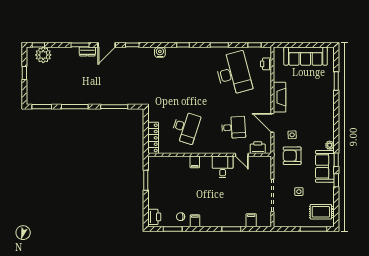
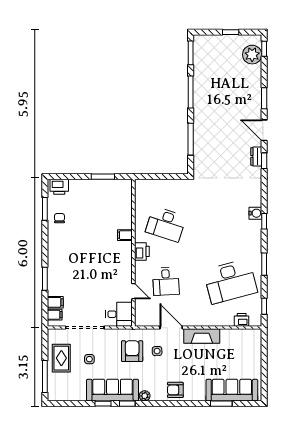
dresser: (87, 52) -> (256, 156), moved
water cooler: (160, 52) -> (255, 213), moved
sofa: (306, 56) -> (232, 390), moved, turned 90
armchair: (325, 119) -> (175, 390), added
door: (272, 123) -> (171, 328), hinge flipped
locker: (153, 138) -> (153, 185), removed
printer: (258, 148) -> (142, 251), moved
door: (242, 155) -> (133, 291), swing flipped
sofa: (325, 166) -> (113, 390), width x1.36
desk: (223, 167) -> (119, 314), moved
rug: (321, 212) -> (61, 358), moved
filing cabinet: (195, 221) -> (55, 315), moved

